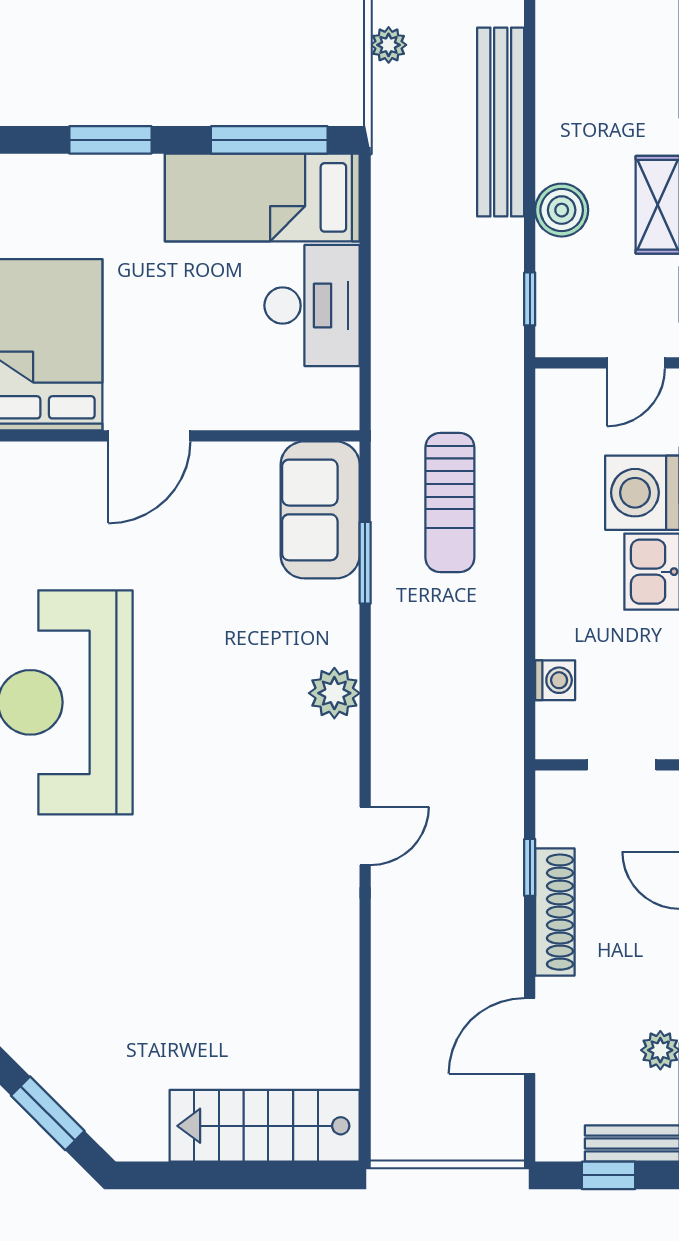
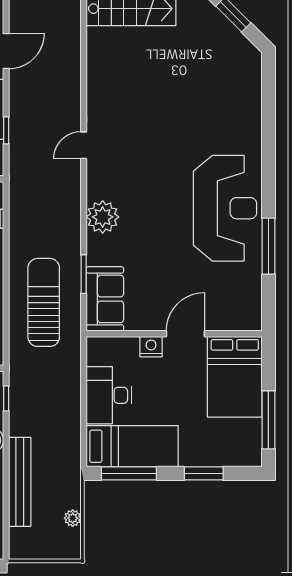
nightstand: (222, 409) -> (151, 347), added
sun lounger: (450, 502) -> (44, 302), width x1.36, depth x1.34
plant: (334, 693) -> (103, 217), width x1.36, depth x1.36

